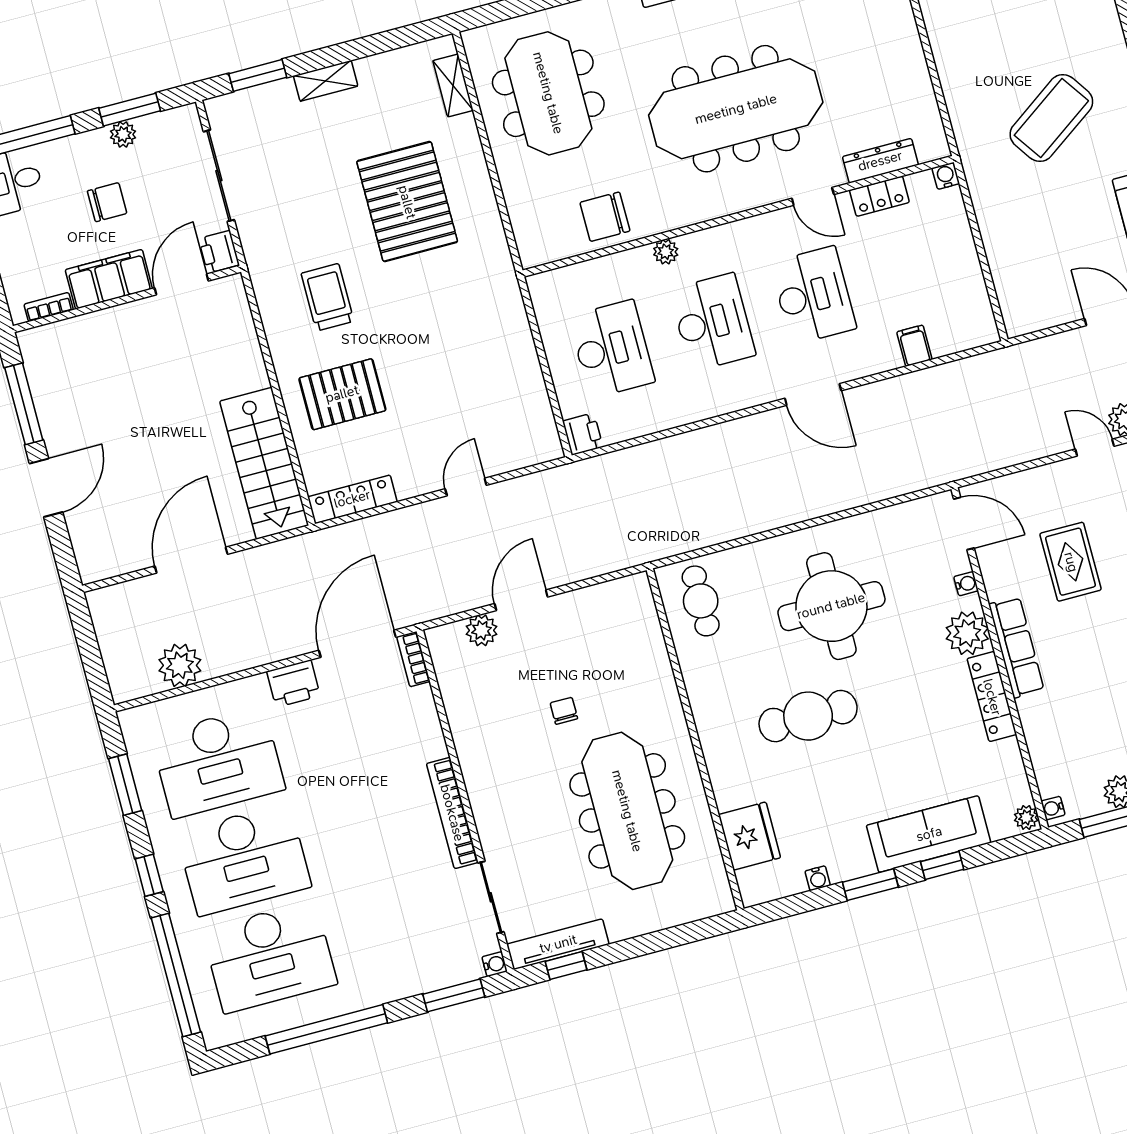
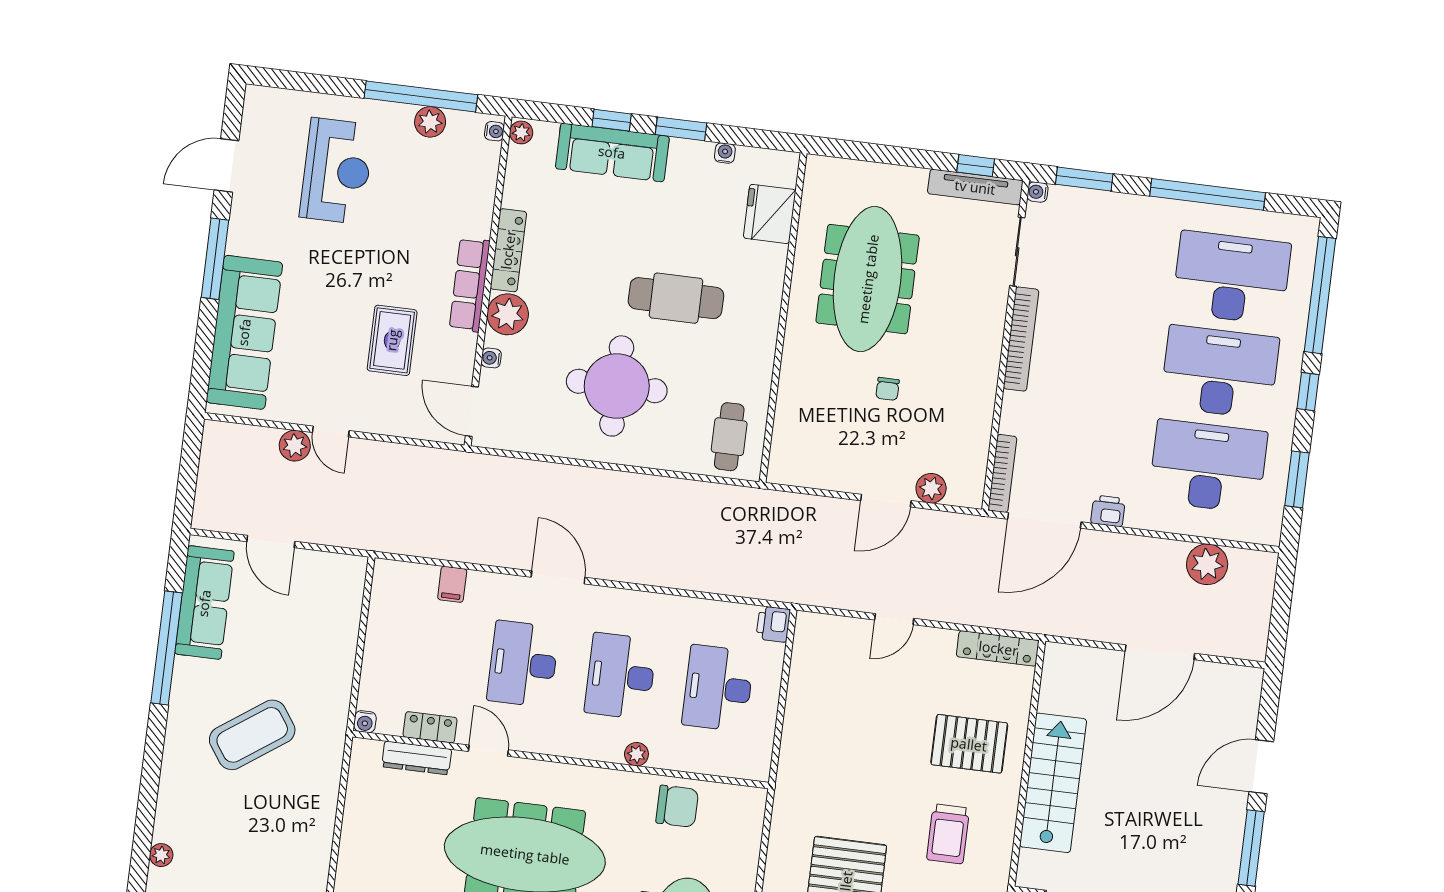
stairs: (264, 463) -> (1053, 783), moved
bookcase: (413, 659) -> (1002, 473), width x1.56
printer: (293, 684) -> (1108, 511), width x0.73, depth x0.81

